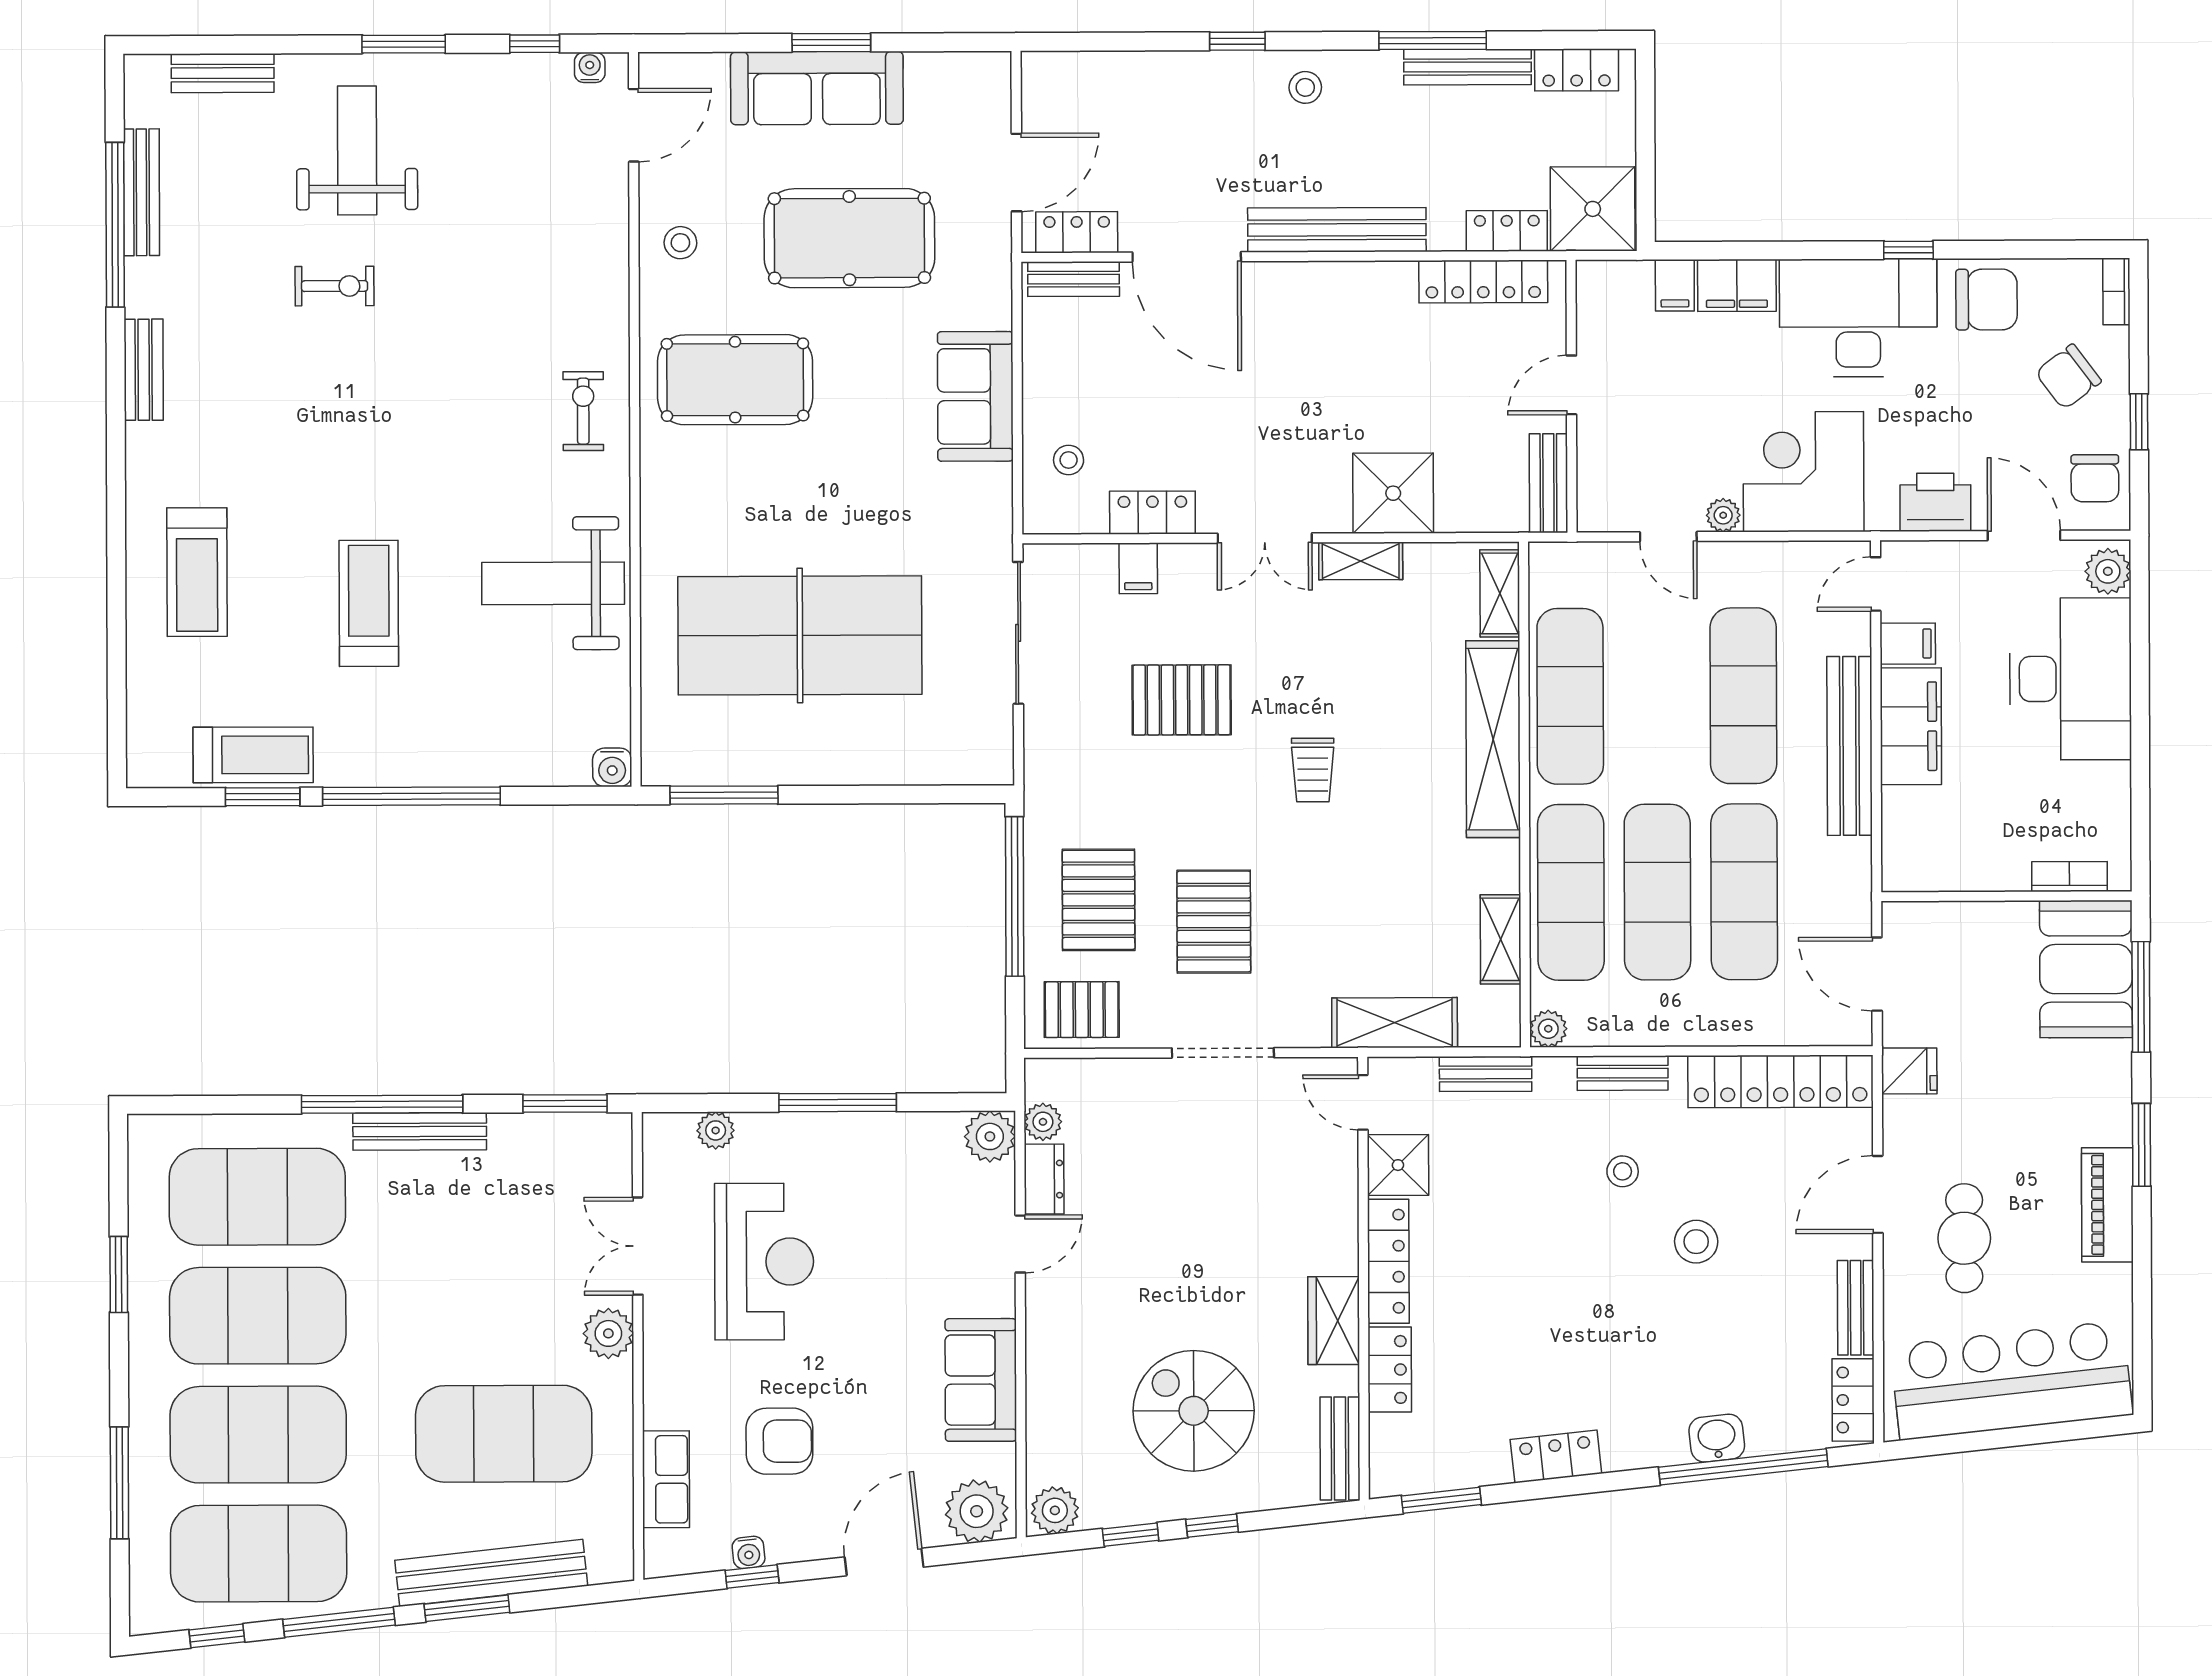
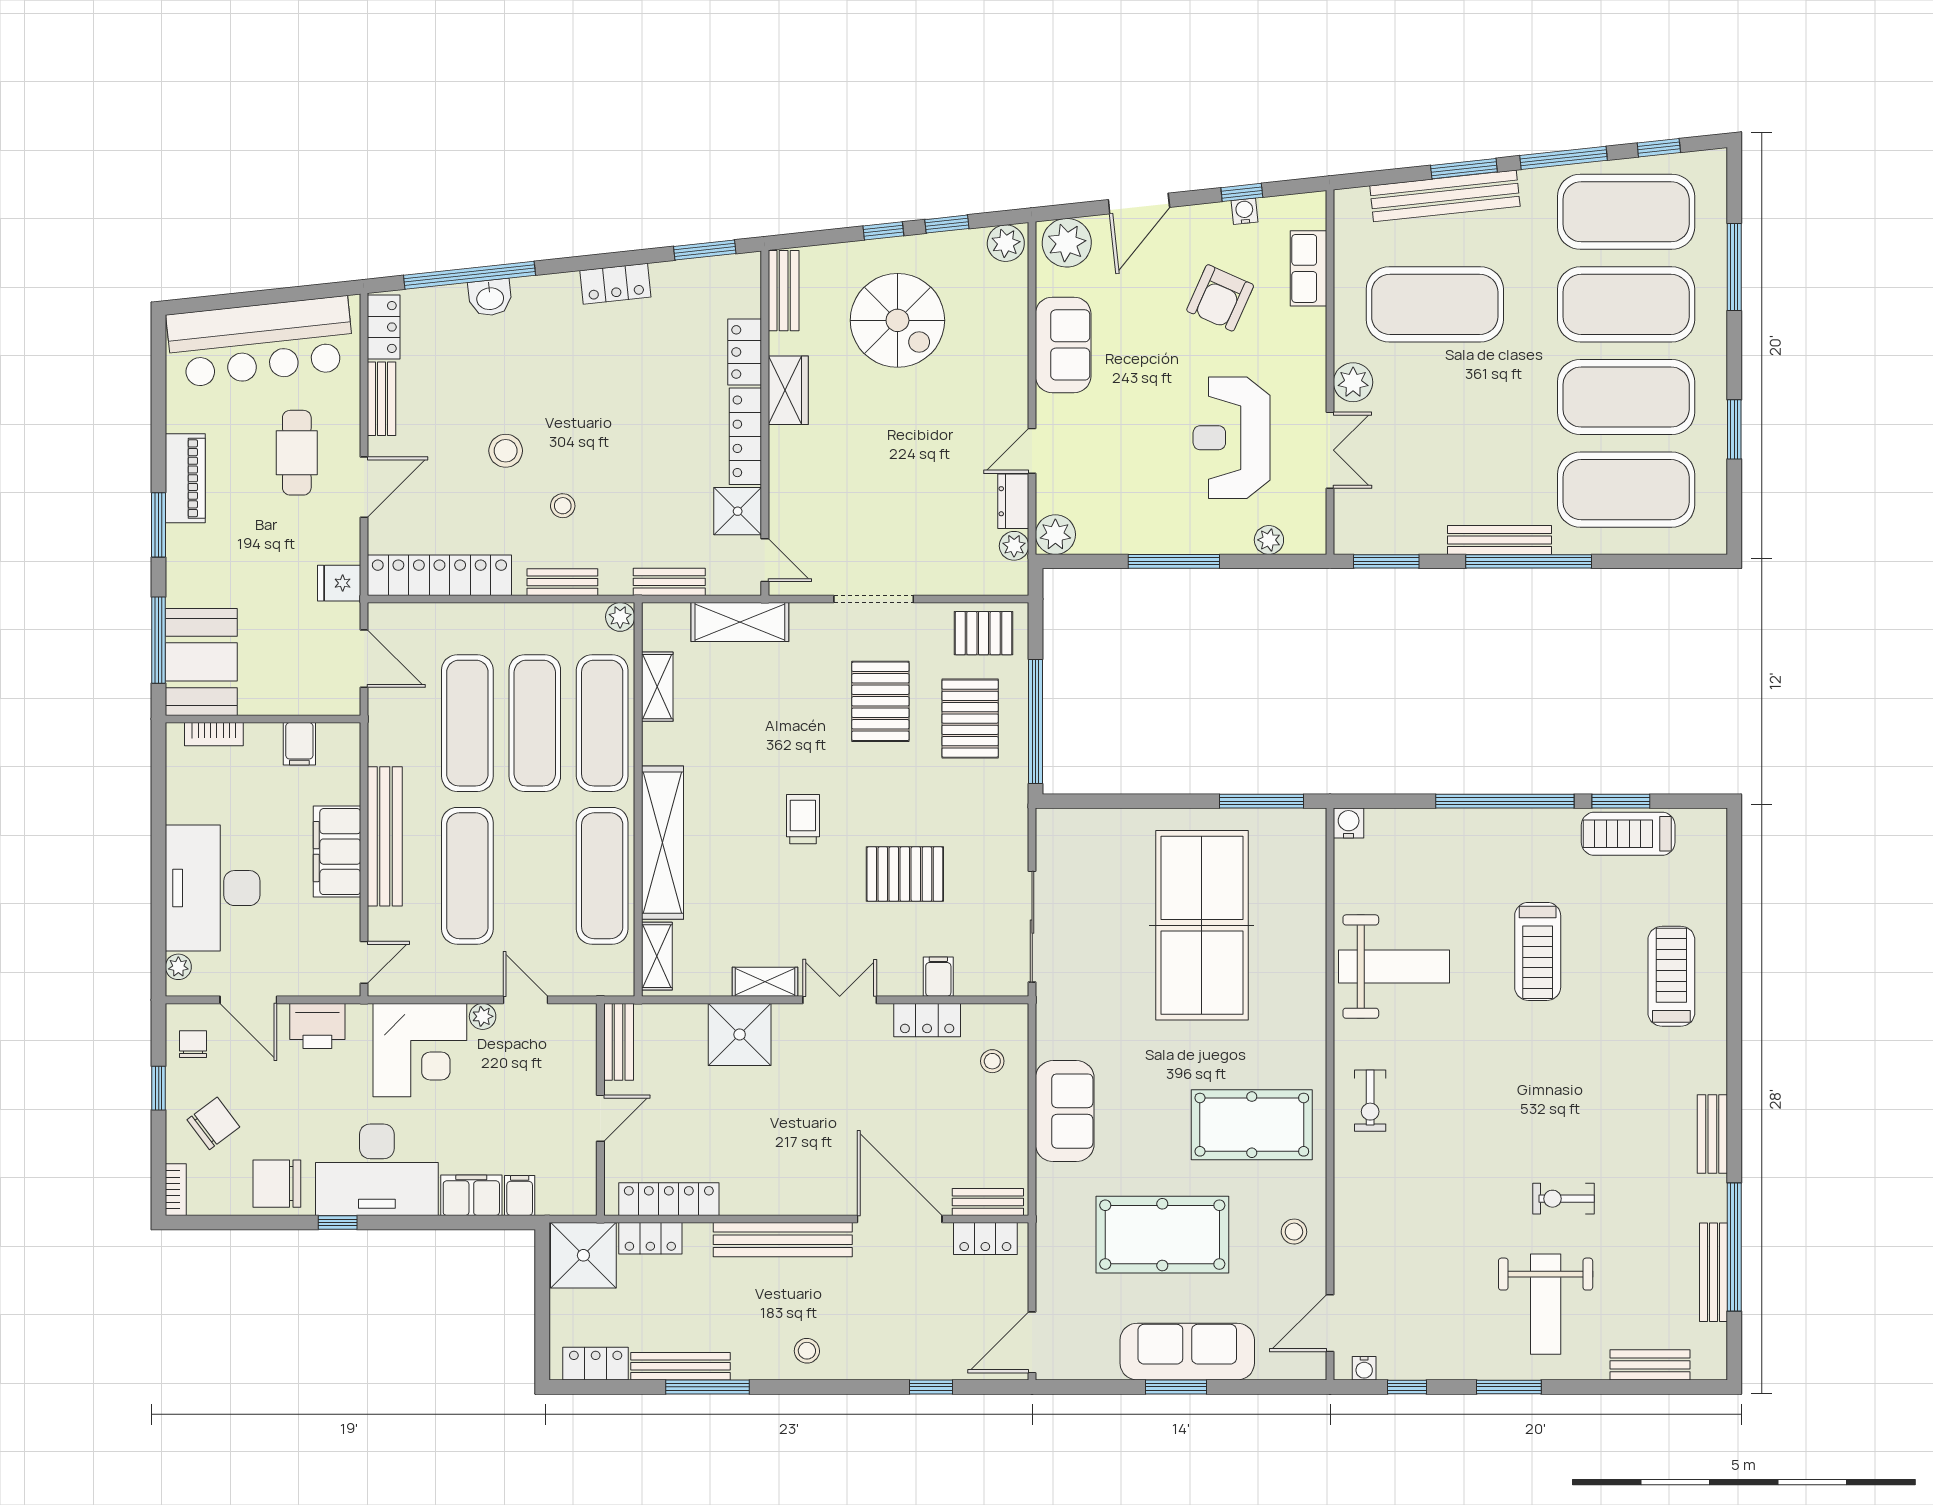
window: (1237, 41) -> (931, 1387), moved
door: (1017, 172) -> (1032, 1342), moved
chair: (2095, 478) -> (193, 1044), width x0.73, depth x0.73
plant: (2108, 571) -> (178, 967), width x0.73, depth x0.73
table tennis table: (800, 635) -> (1202, 925), turned 90
filing cabinet: (1908, 644) -> (299, 744), moved, turned -90
armchair: (779, 1441) -> (1220, 298), turned -66

